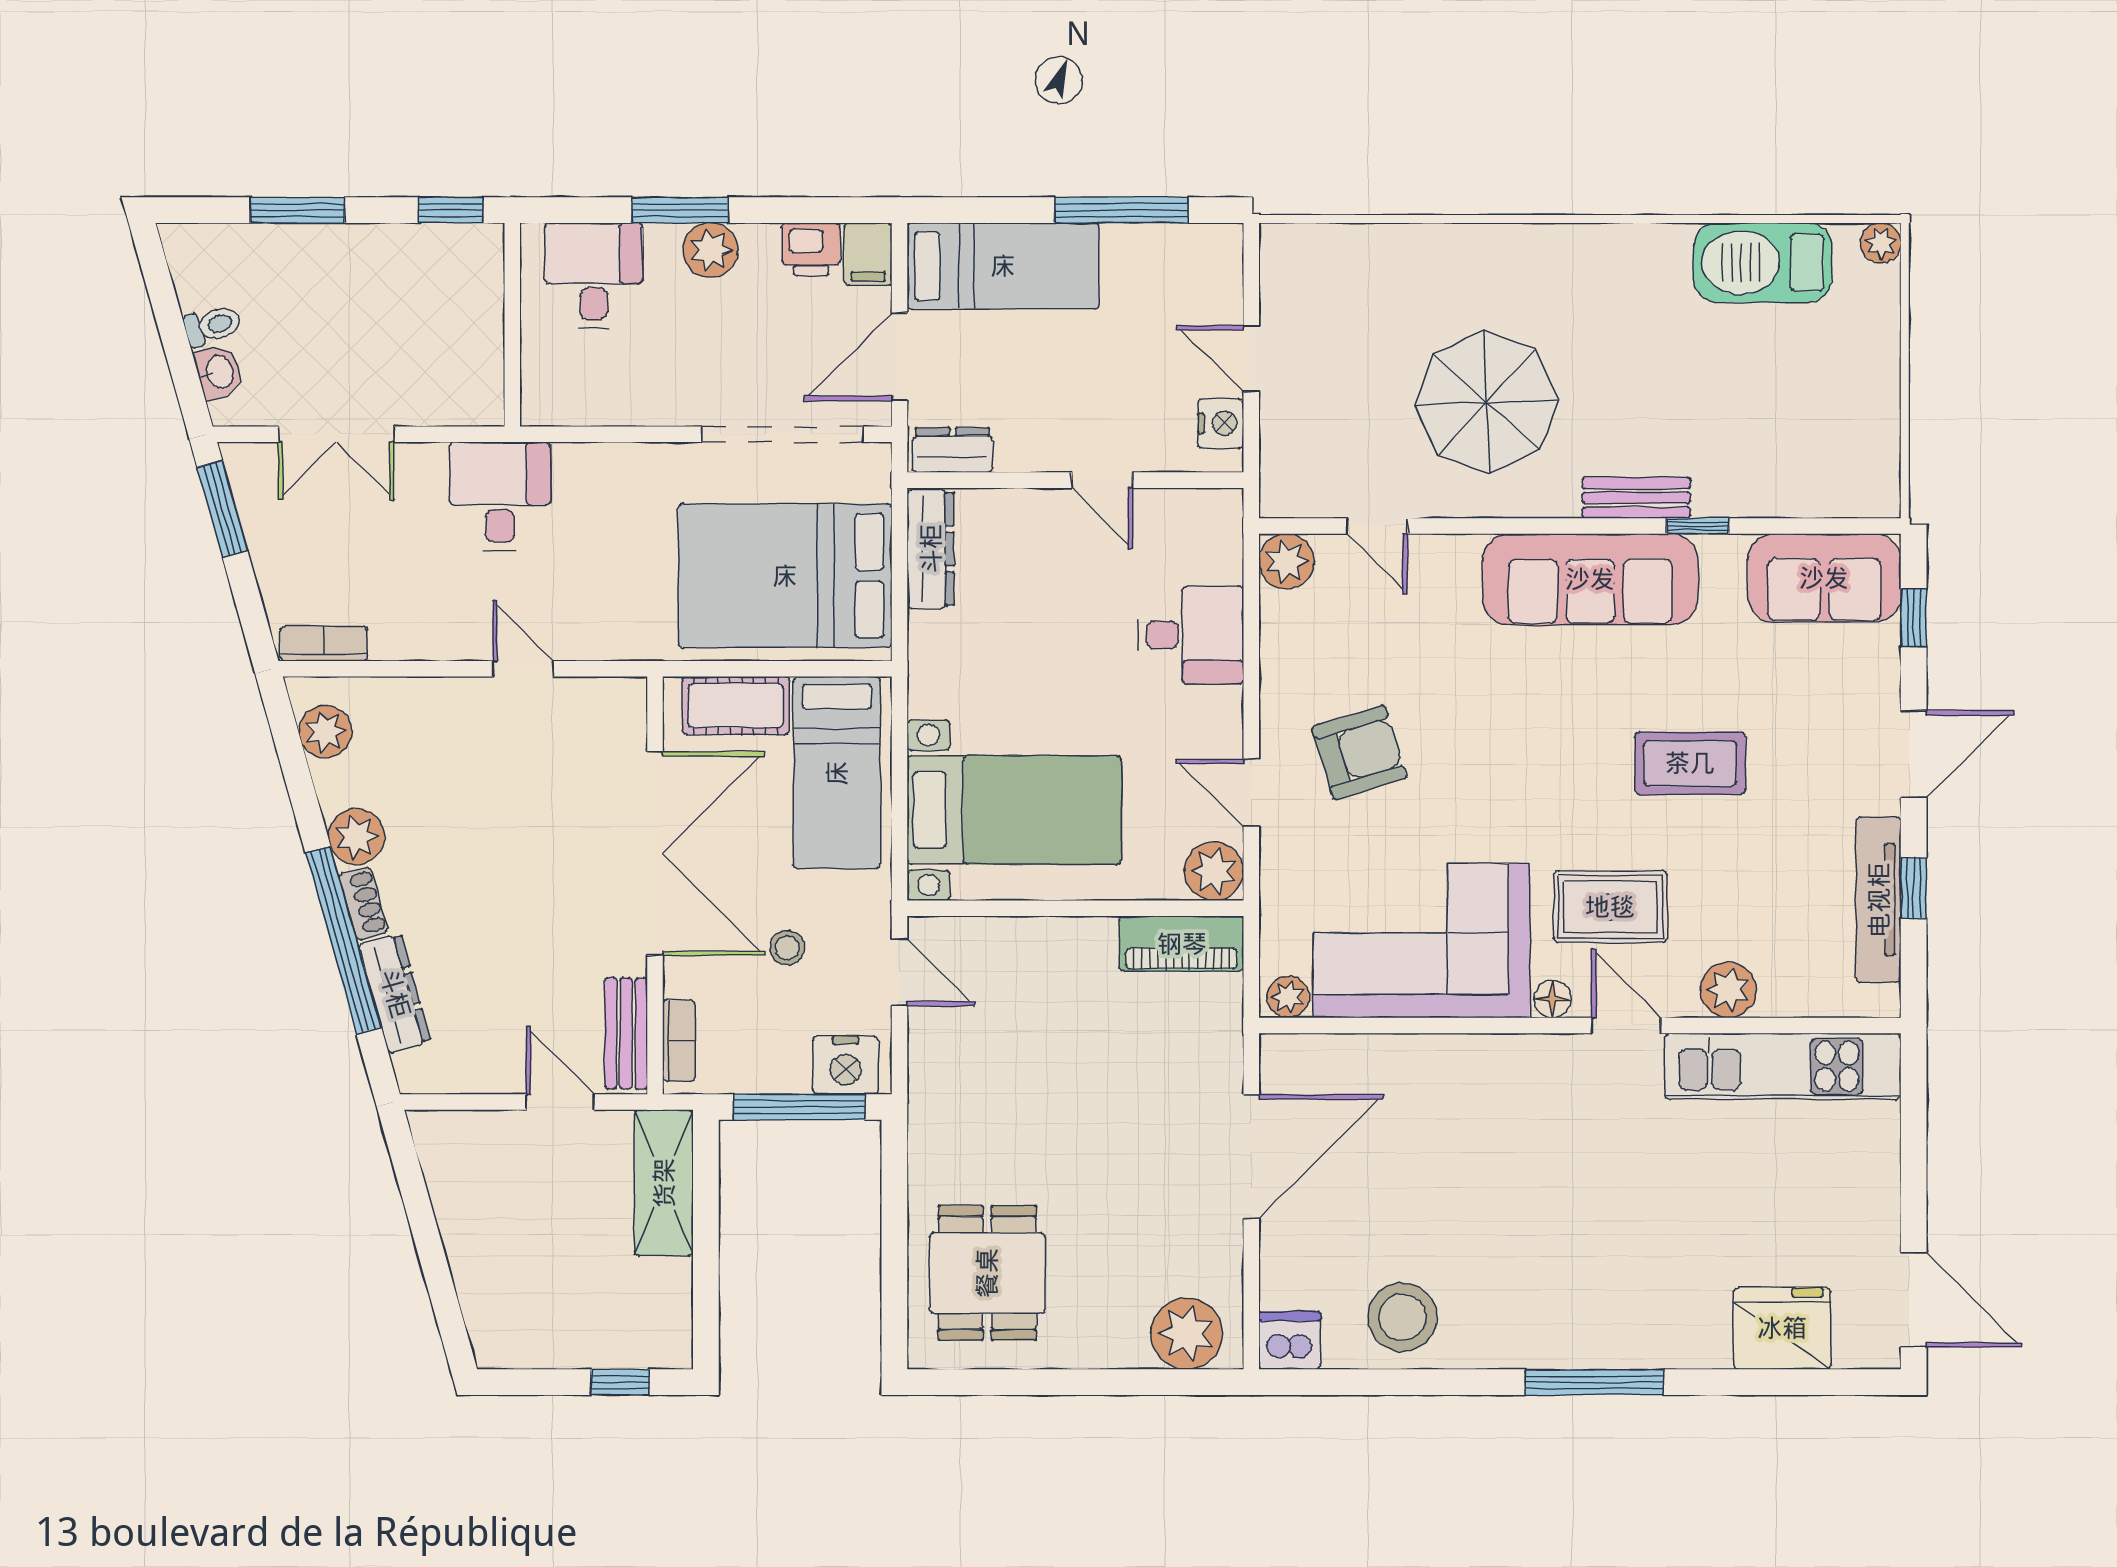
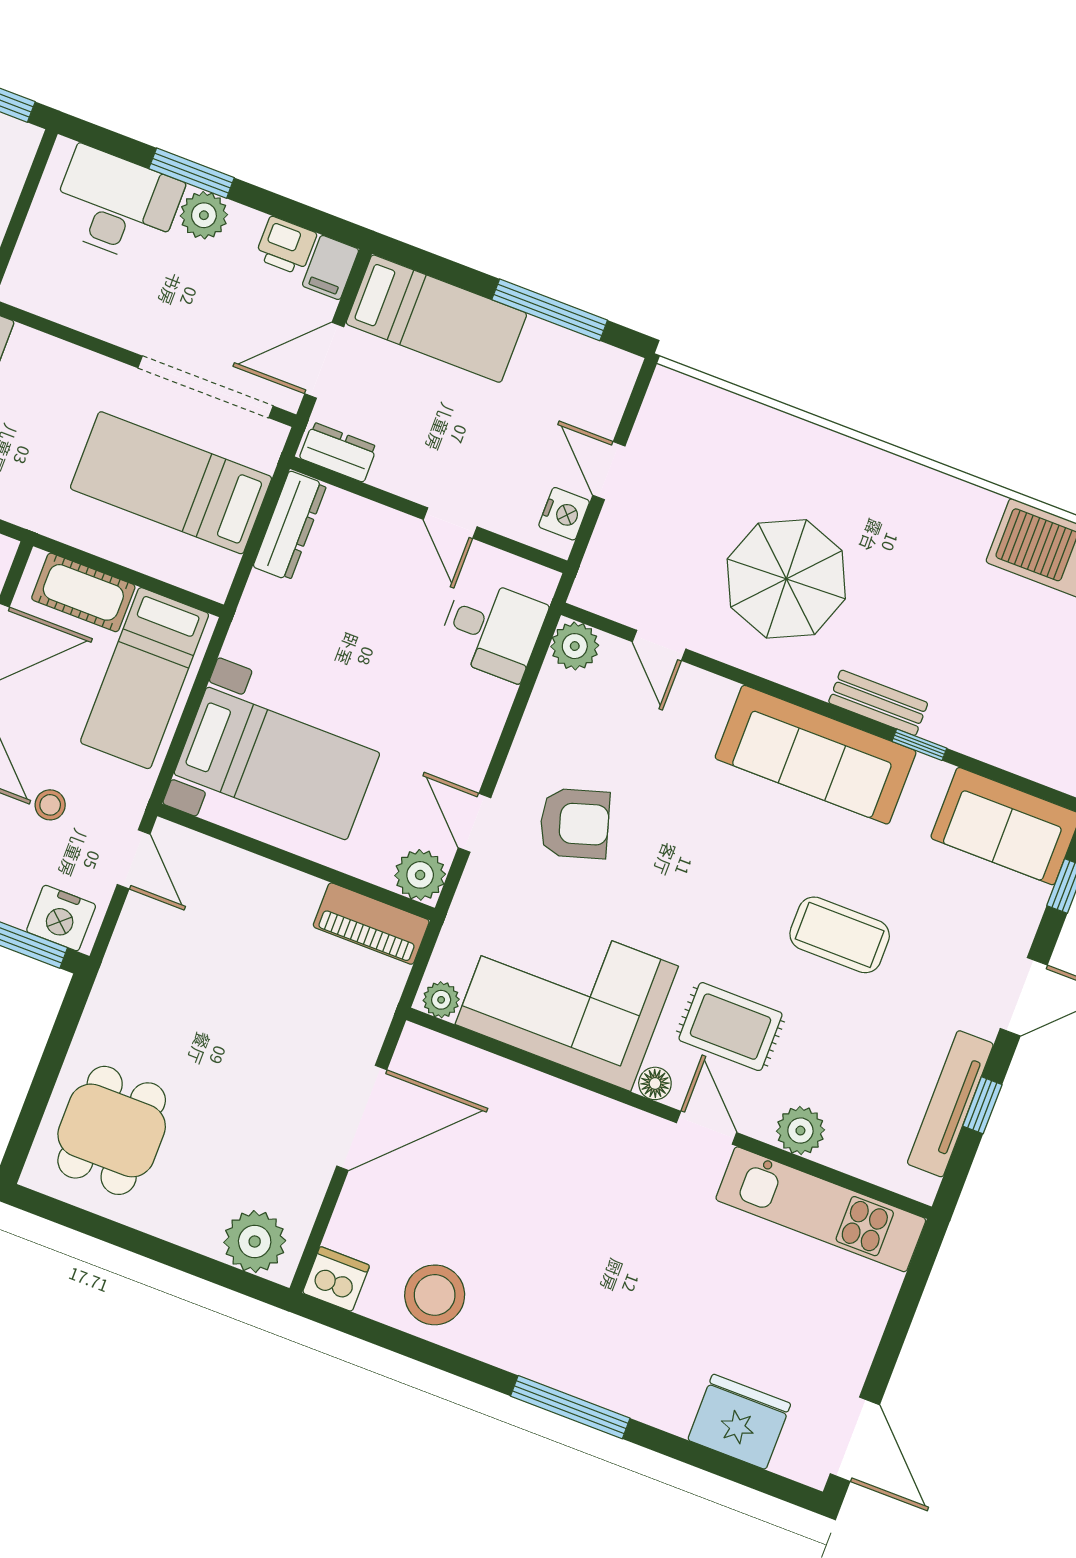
desk: (594, 275) -> (116, 205), width x1.37
bed: (785, 576) -> (171, 483), width x0.67
desk: (1191, 635) -> (492, 629), moved

